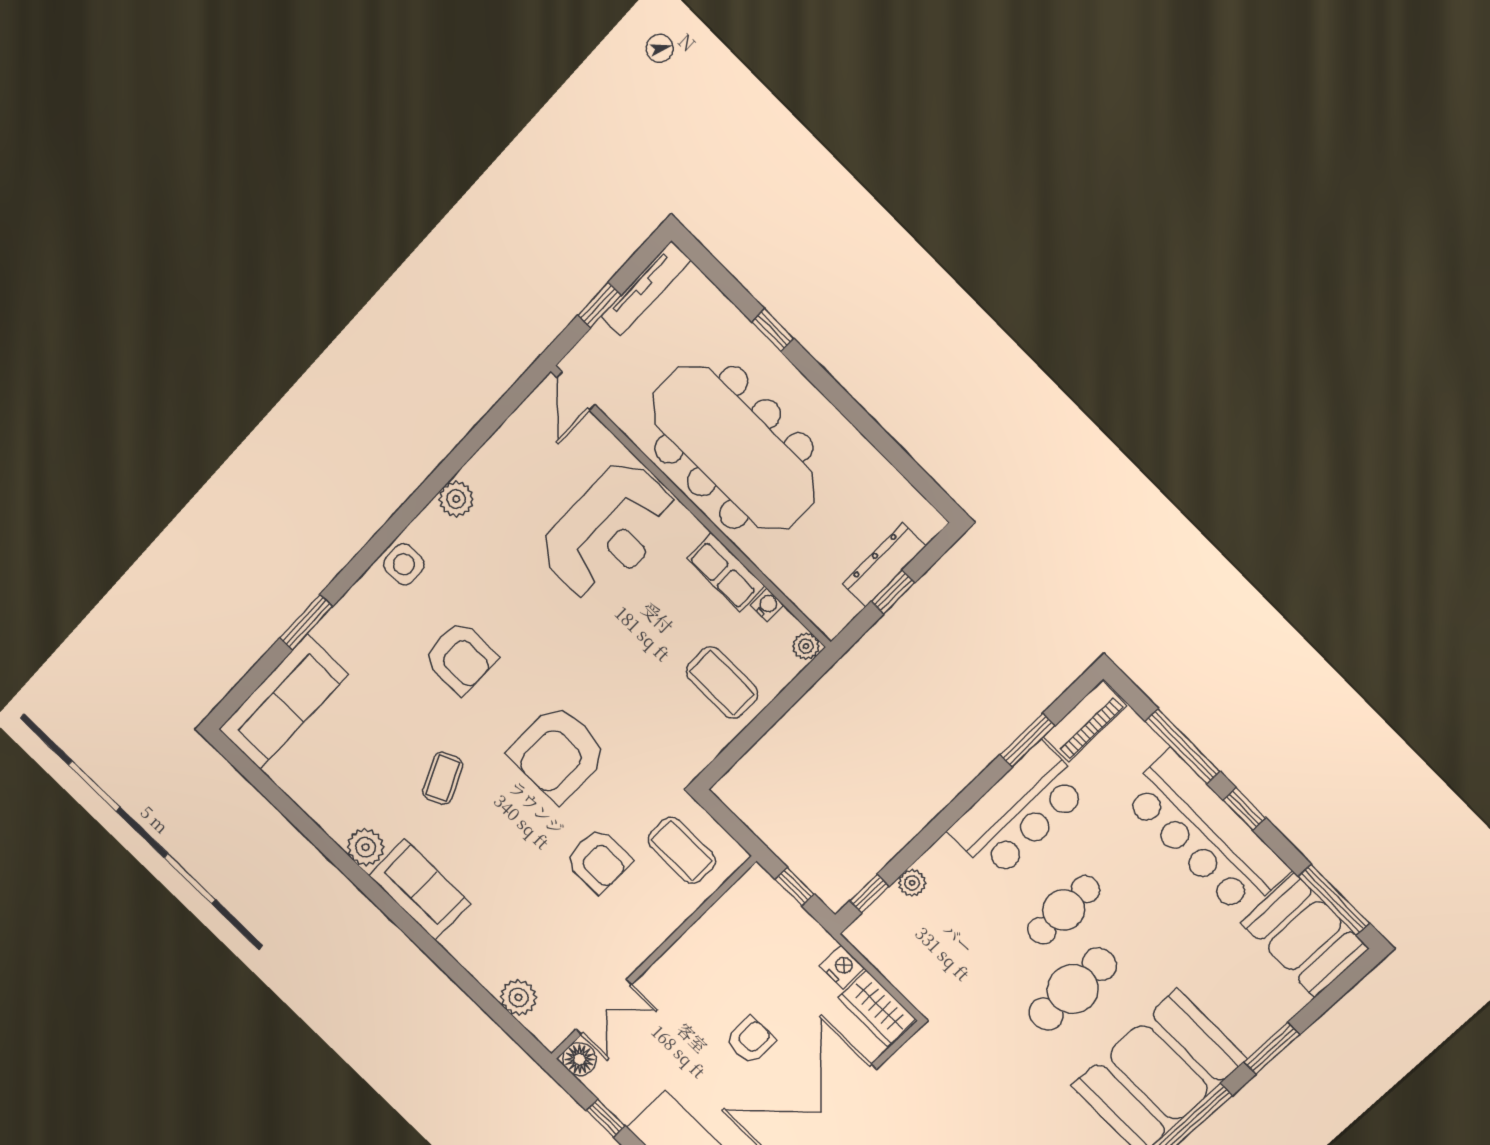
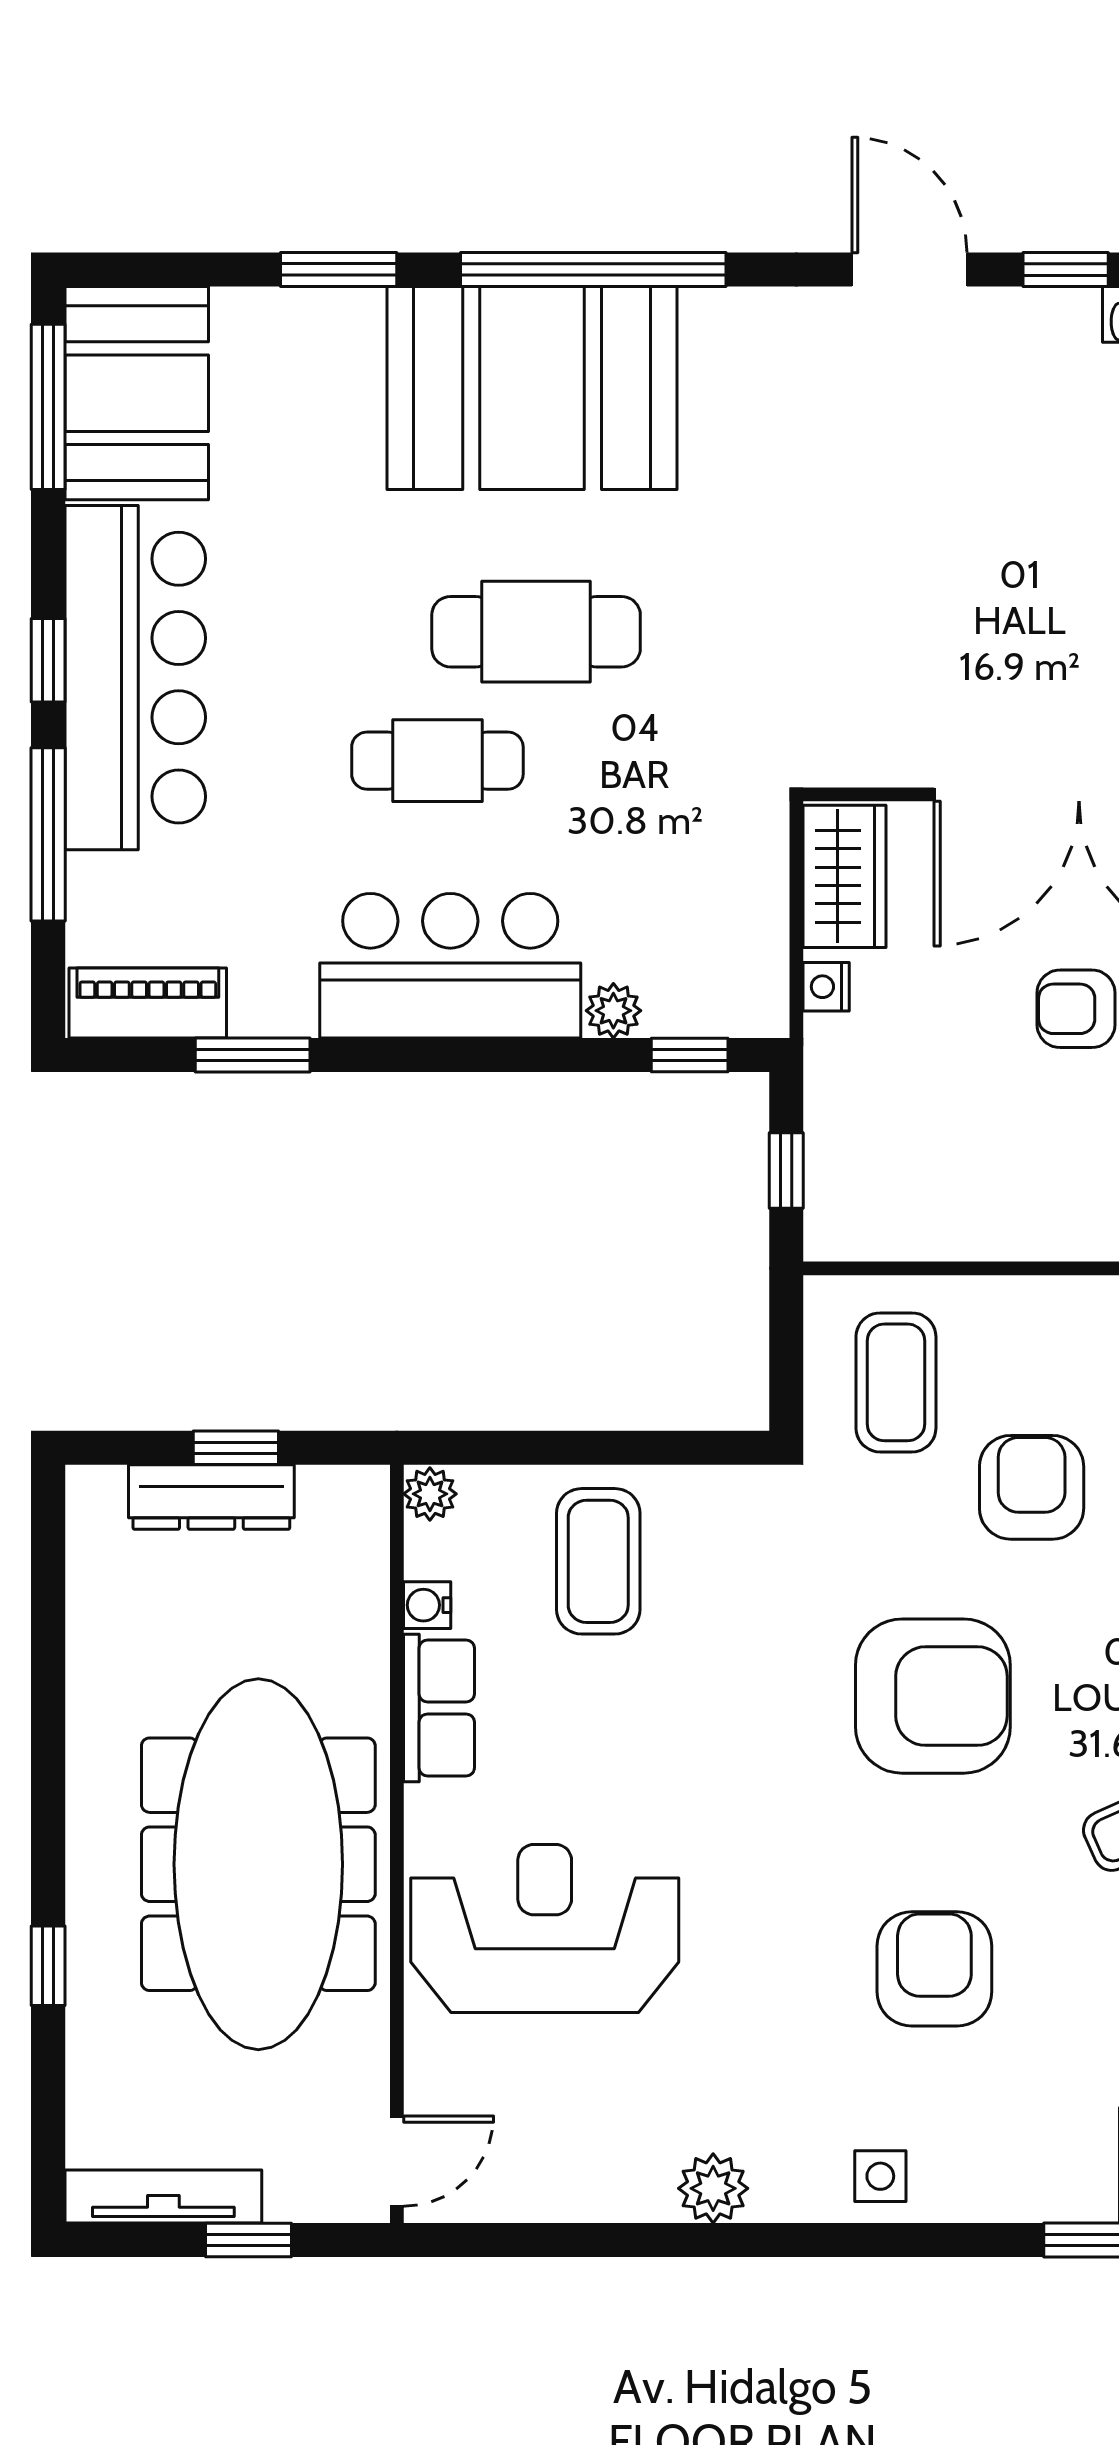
side table: (404, 564) -> (880, 2176), width x0.73, depth x0.73
bar counter: (1019, 811) -> (450, 966), moved
nightstand: (842, 967) -> (826, 987), width x0.72, depth x0.74

